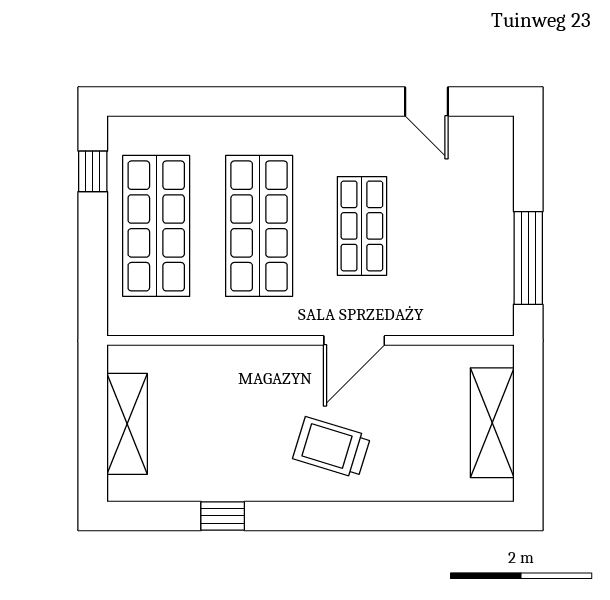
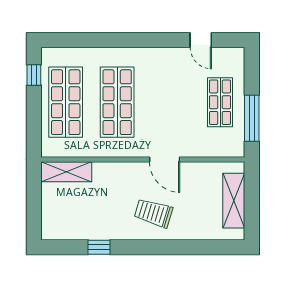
shop shelf: (362, 226) -> (220, 102), moved
door: (354, 340) -> (165, 159), hinge flipped
shelving: (127, 424) -> (66, 172), moved, turned 90

